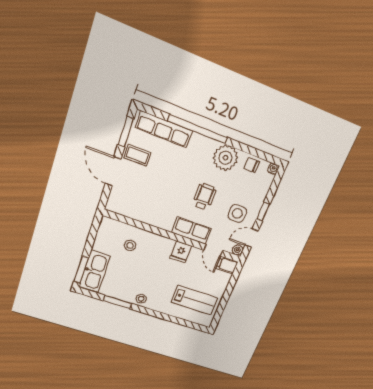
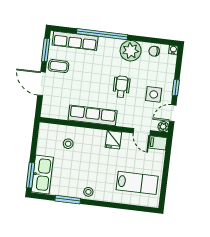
row of seats: (192, 231) -> (93, 115), moved, width x1.48

